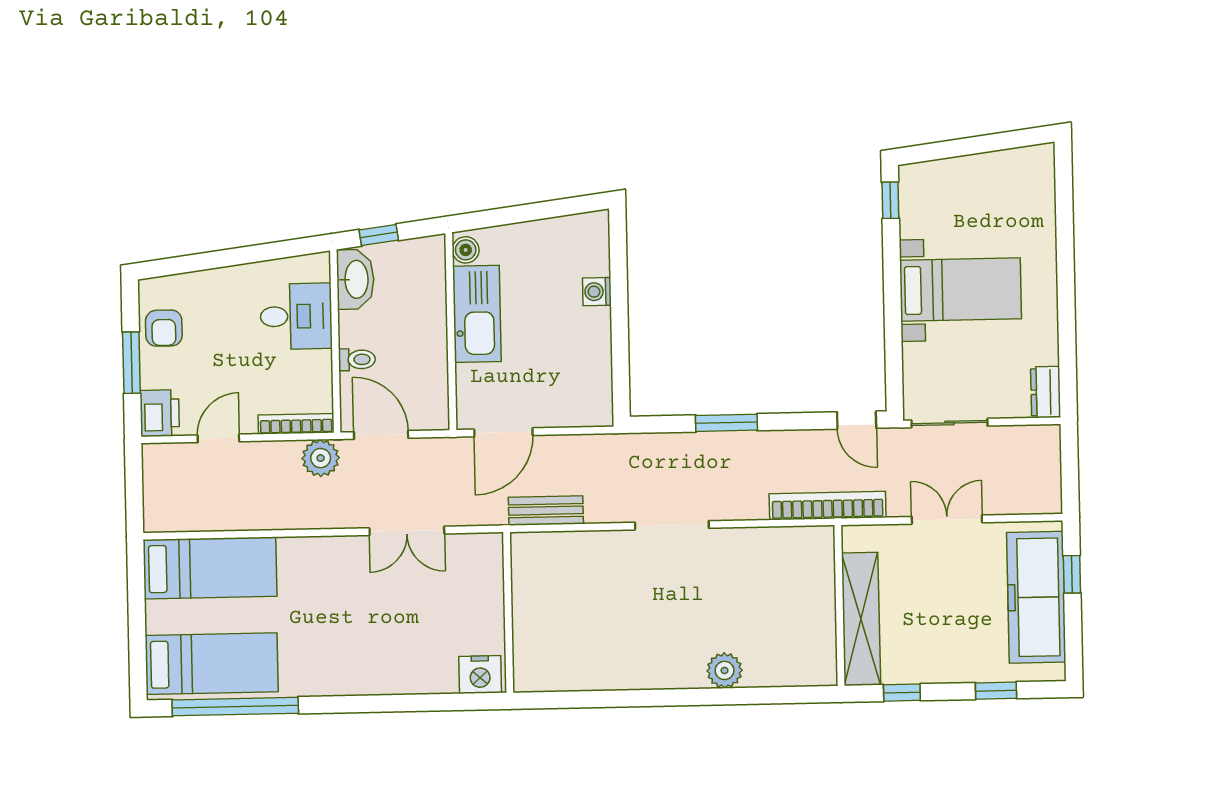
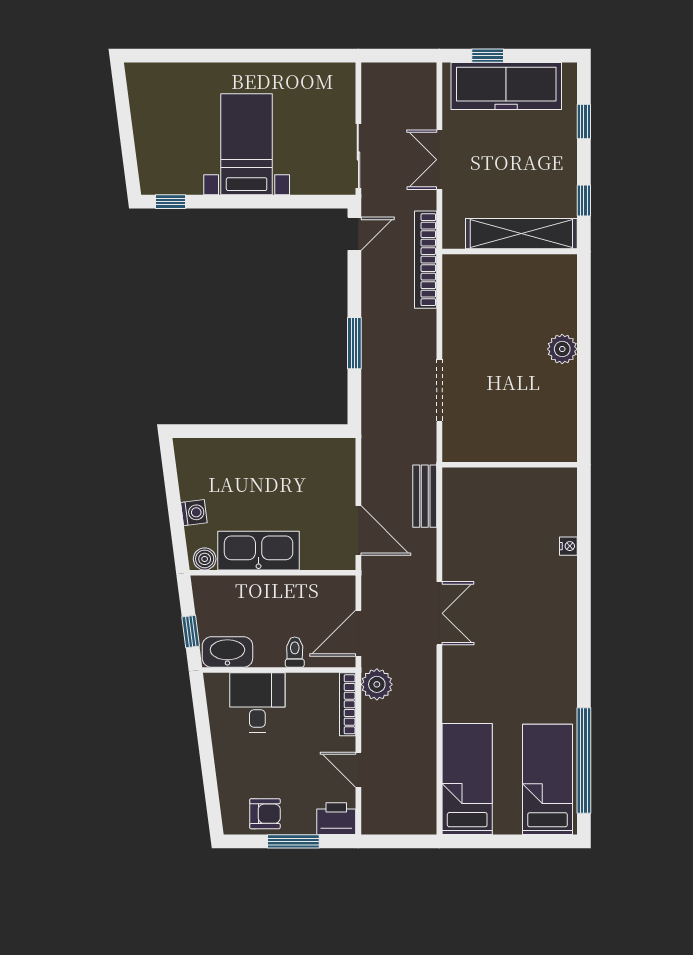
washing machine: (597, 292) -> (194, 513), moved, turned -97
dresser: (1046, 392) -> (334, 75), removed
wall: (508, 612) -> (510, 465), moved
nightstand: (480, 675) -> (568, 546), width x0.53, depth x0.56

